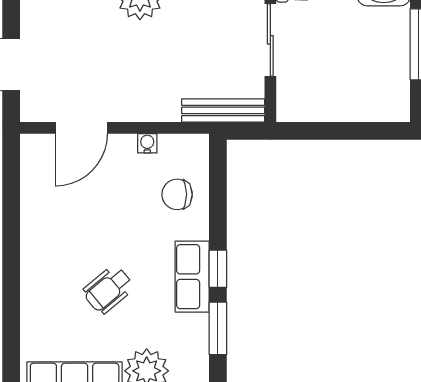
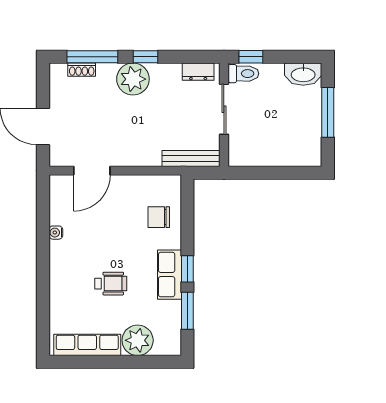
water cooler: (147, 143) -> (56, 233), moved, turned -90
wheelchair: (108, 290) -> (111, 284), turned -140

